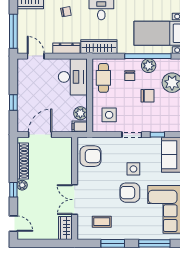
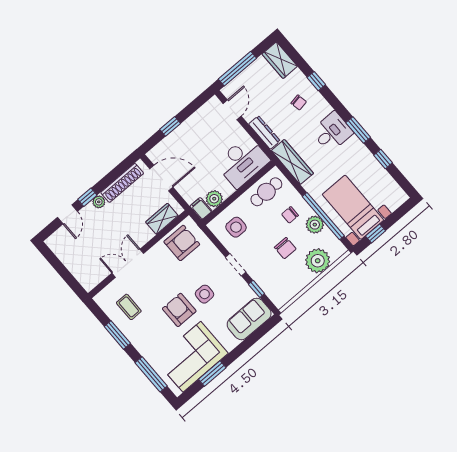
armchair: (90, 156) -> (182, 243), turned -90
door: (13, 224) -> (67, 214), moved
wardrobe: (65, 228) -> (162, 219), moved

